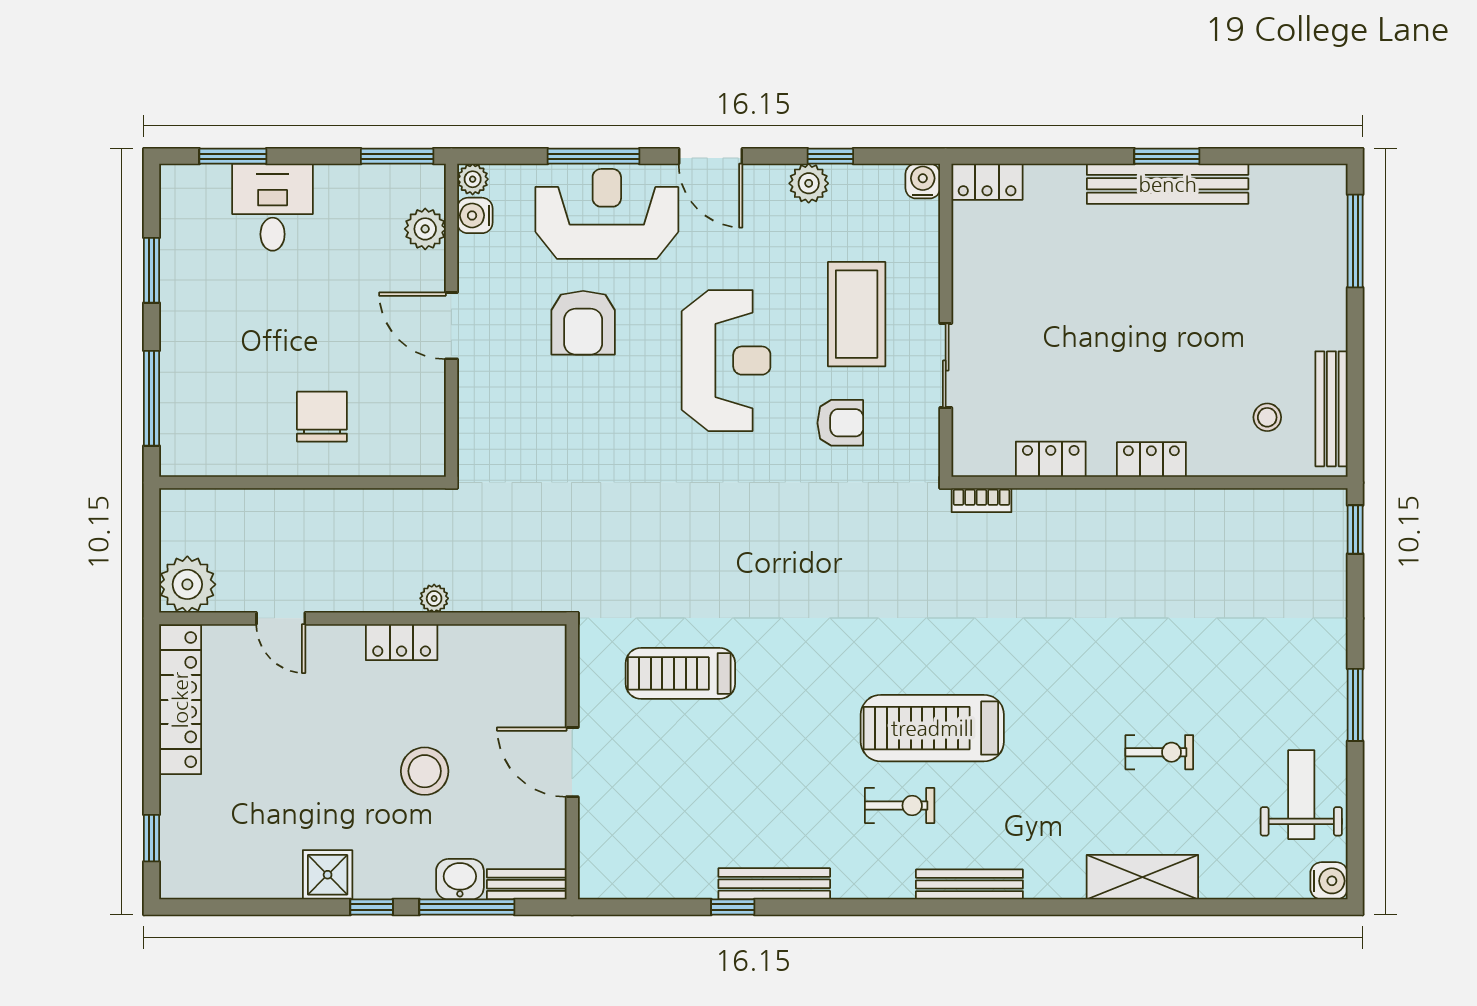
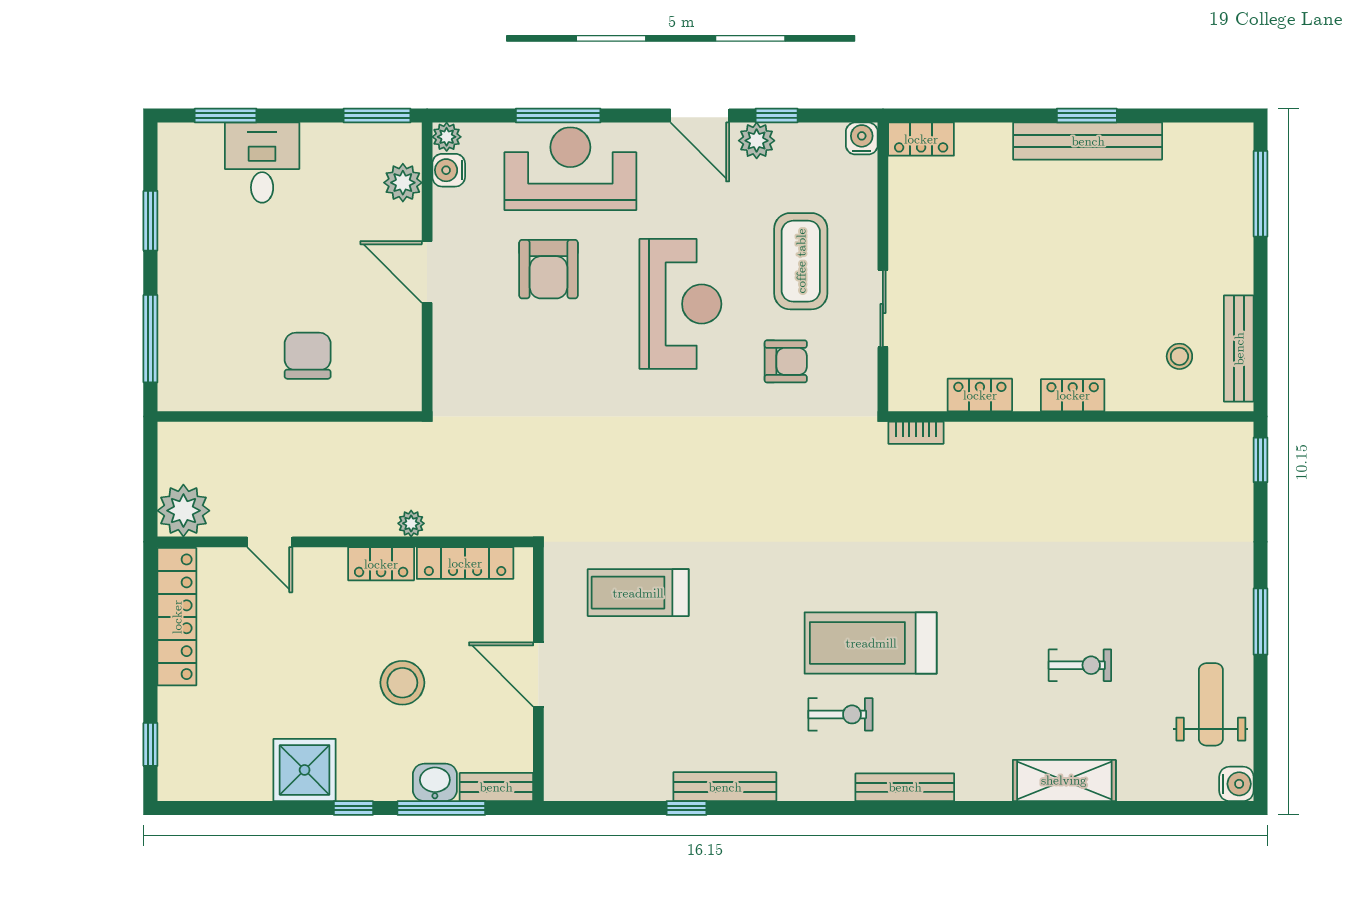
door: (710, 156) -> (700, 116), moved
locker: (493, 641) -> (465, 563), added
shower: (328, 875) -> (305, 770), width x1.36, depth x1.36

